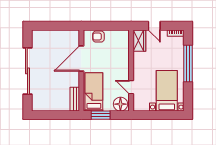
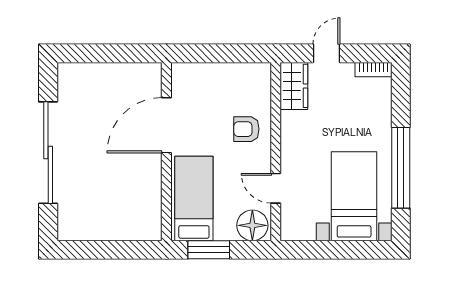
door: (154, 26) -> (326, 53), swing flipped
armchair: (98, 37) -> (246, 129), moved
window: (188, 63) -> (401, 168), moved
bench: (75, 99) -> (152, 215), removed

